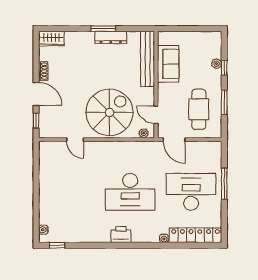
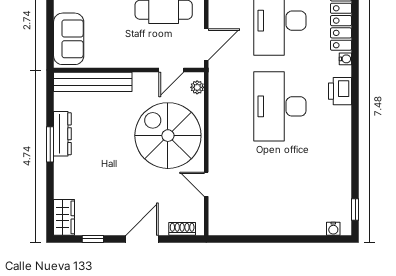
sofa: (168, 64) -> (69, 39), moved, turned 90
shoe rack: (43, 71) -> (182, 229), moved
window: (36, 120) -> (93, 239), moved
door: (75, 140) -> (206, 184), swing flipped
desk: (130, 192) -> (280, 106), turned 180
printer: (121, 235) -> (340, 91), moved

